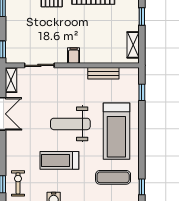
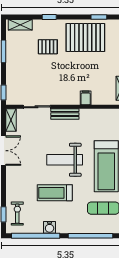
filing cabinet: (74, 55) -> (86, 98), moved
bench: (103, 73) -> (65, 114), moved

